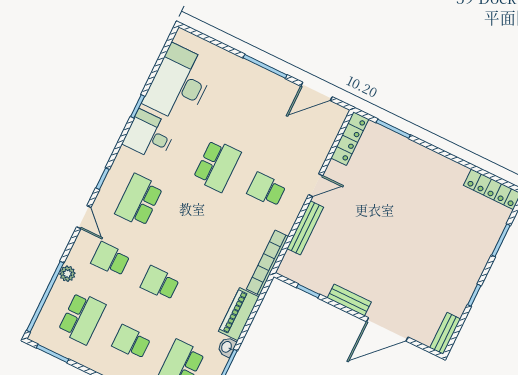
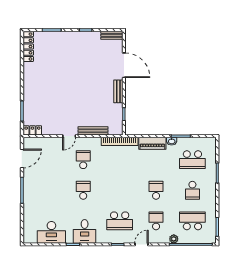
desk: (179, 84) -> (51, 232), width x0.73, depth x0.77
door: (317, 91) -> (22, 158), hinge flipped
locker: (350, 139) -> (32, 130), width x0.66
school desk: (217, 166) -> (83, 190), width x0.54
door: (316, 185) -> (69, 136), swing flipped
school desk: (266, 190) -> (83, 160), turned 180
school desk: (110, 259) -> (156, 221), turned 180
school desk: (160, 283) -> (156, 190), turned 180

